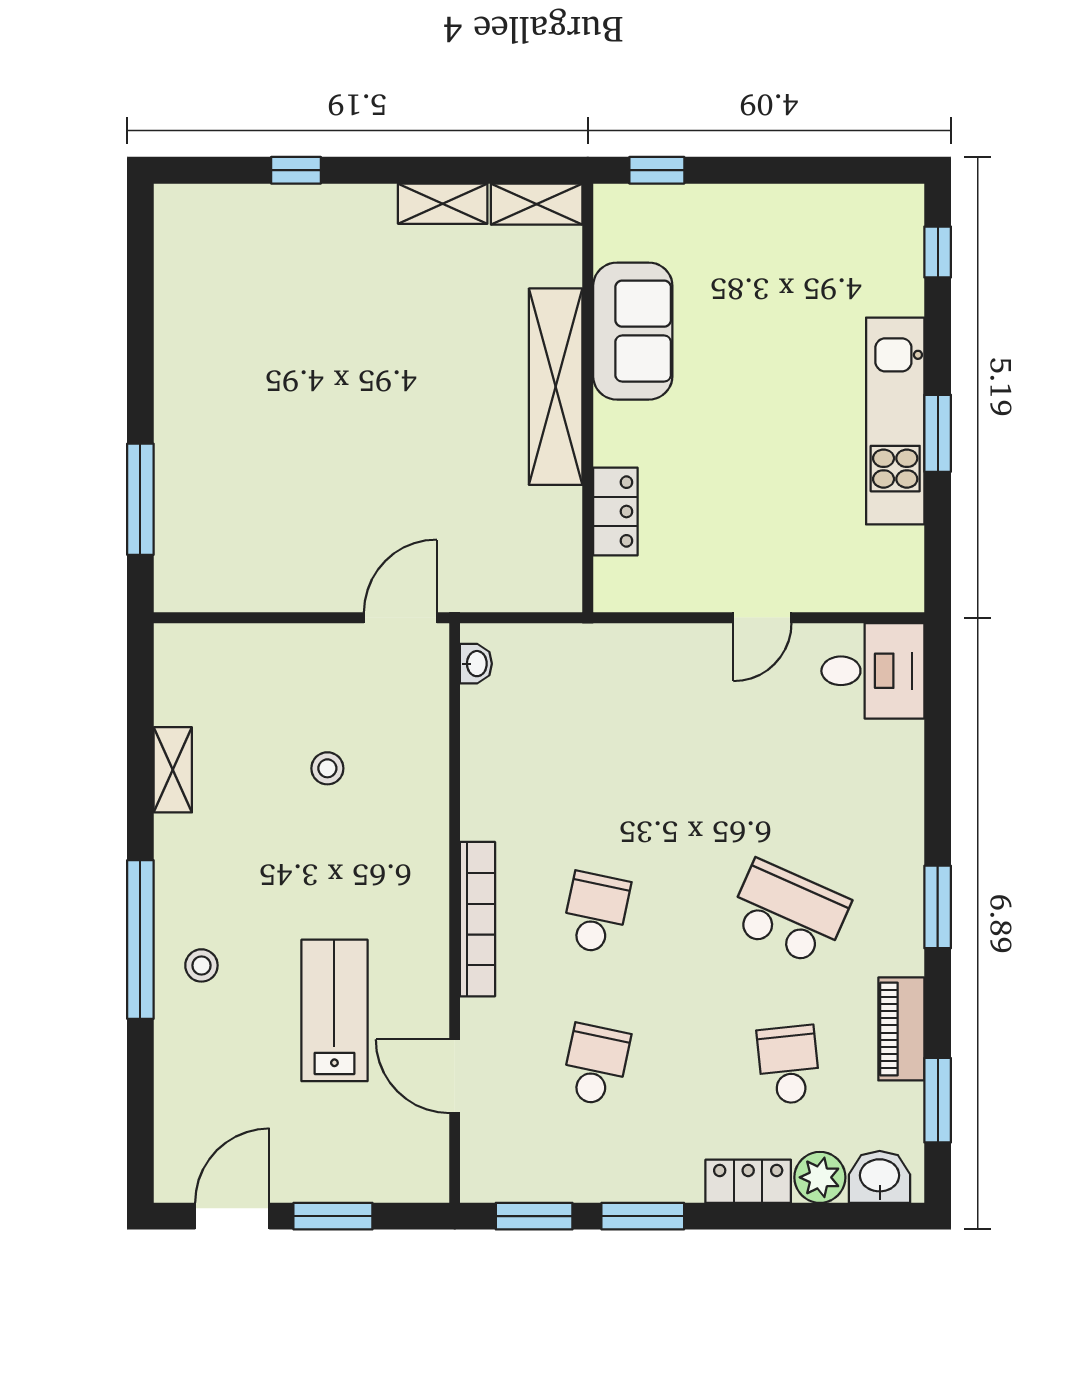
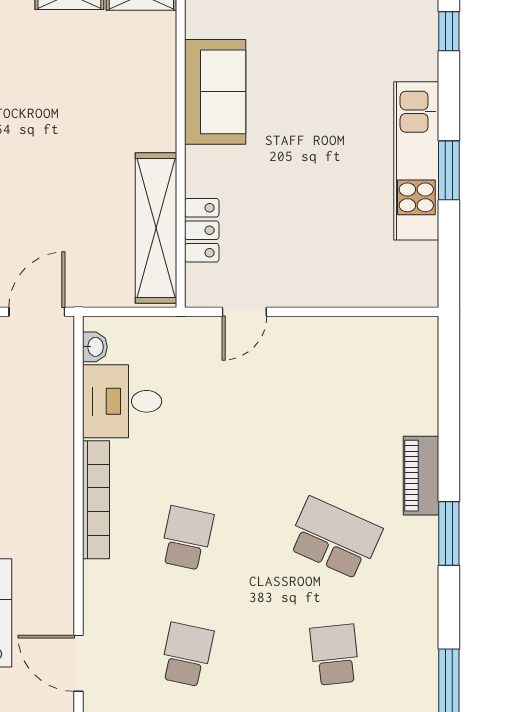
shelving: (556, 387) -> (156, 228), moved
door: (762, 618) -> (244, 312), moved
desk: (873, 671) -> (122, 401), moved, turned 180
bookcase: (477, 919) -> (96, 500), moved
piano: (901, 1029) -> (421, 476), moved

